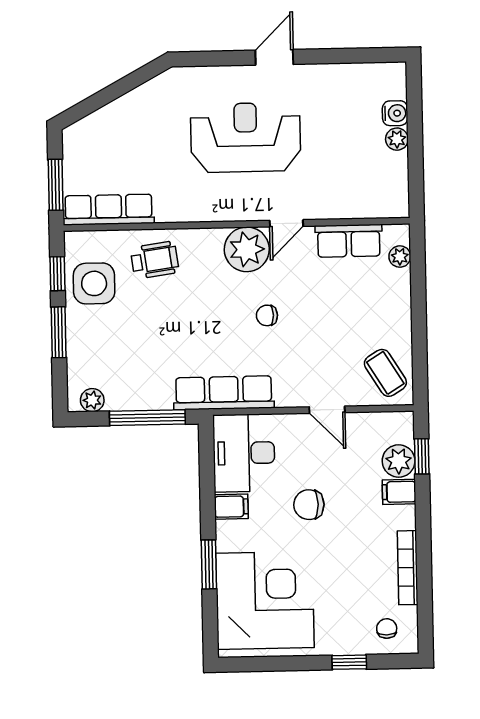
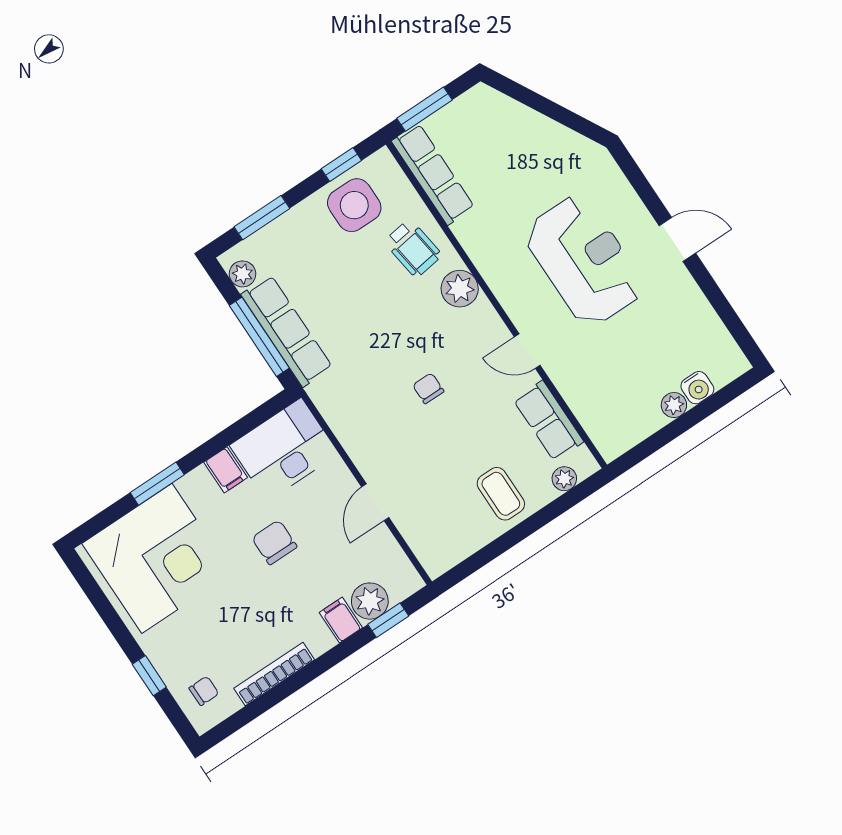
plant: (247, 249) -> (460, 289), moved, width x0.73, depth x0.73
window: (59, 332) -> (262, 218), moved
coffee table: (385, 373) -> (501, 494), moved, turned -58
row of seats: (224, 393) -> (287, 331), moved

